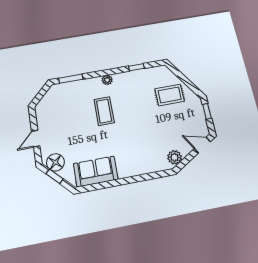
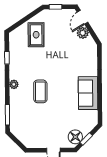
coffee table: (104, 111) -> (40, 91), turned 90
plant: (175, 157) -> (83, 33), moved
sofa: (96, 171) -> (88, 93), moved

